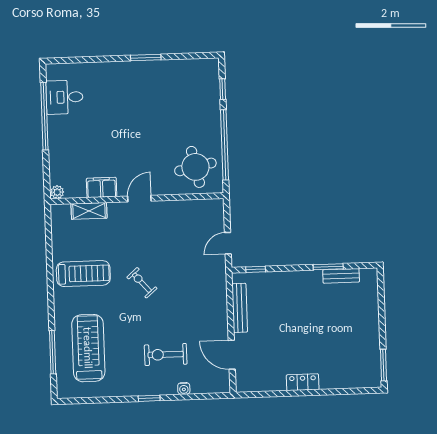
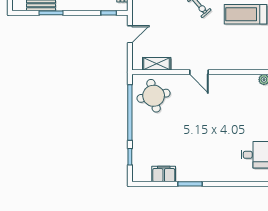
filing cabinet: (102, 187) -> (164, 174), moved, turned 180
door: (139, 199) -> (199, 72), hinge flipped
shelving: (89, 211) -> (157, 64), moved

